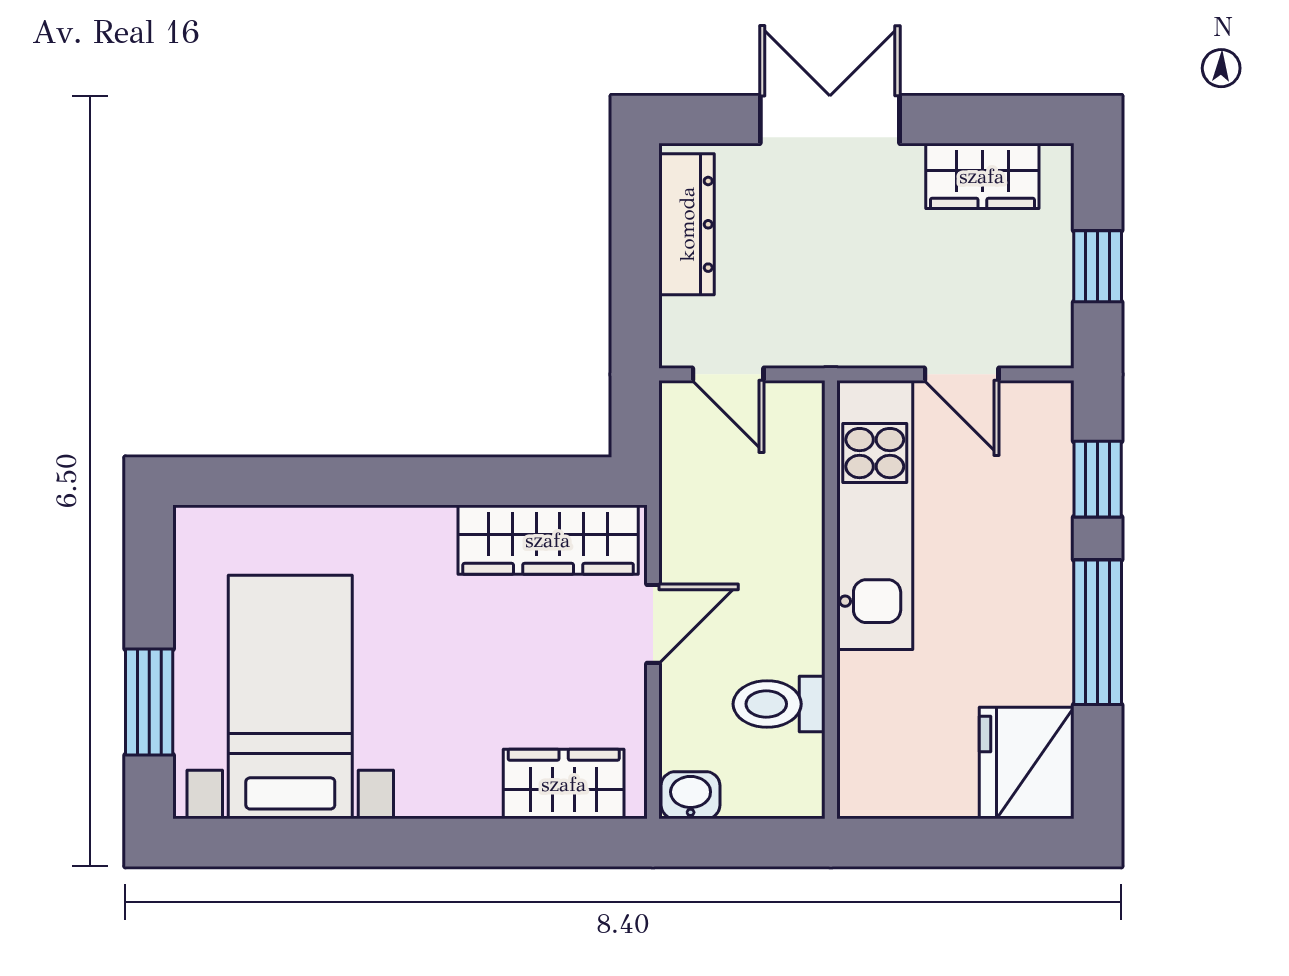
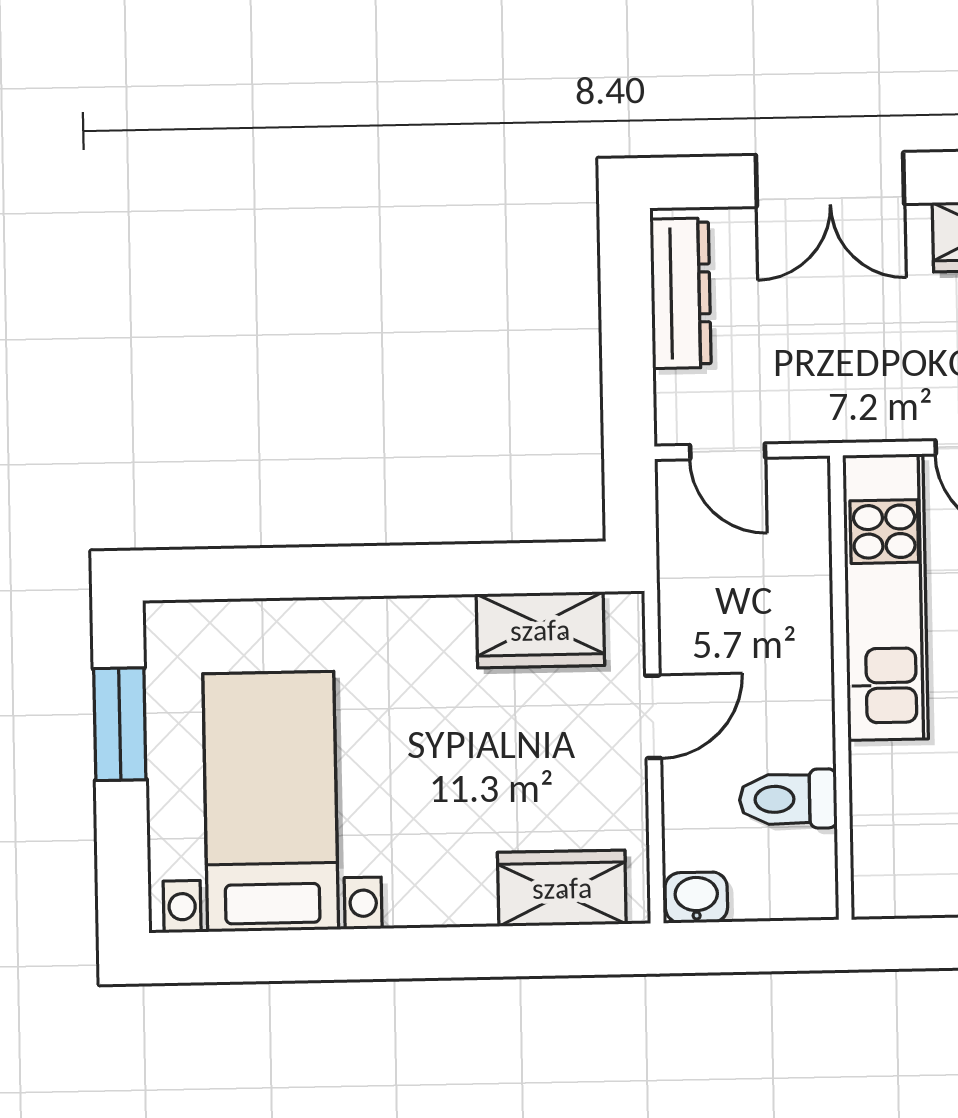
double door: (830, 120) -> (830, 179), swing flipped
wardrobe: (548, 540) -> (540, 630), width x0.67
window: (149, 702) -> (120, 724), moved

